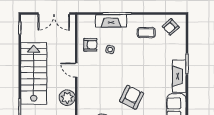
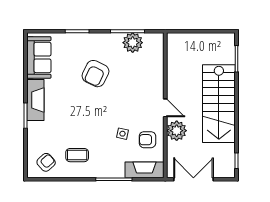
fireplace: (111, 21) -> (144, 170), moved
plant: (67, 98) -> (177, 131), moved

